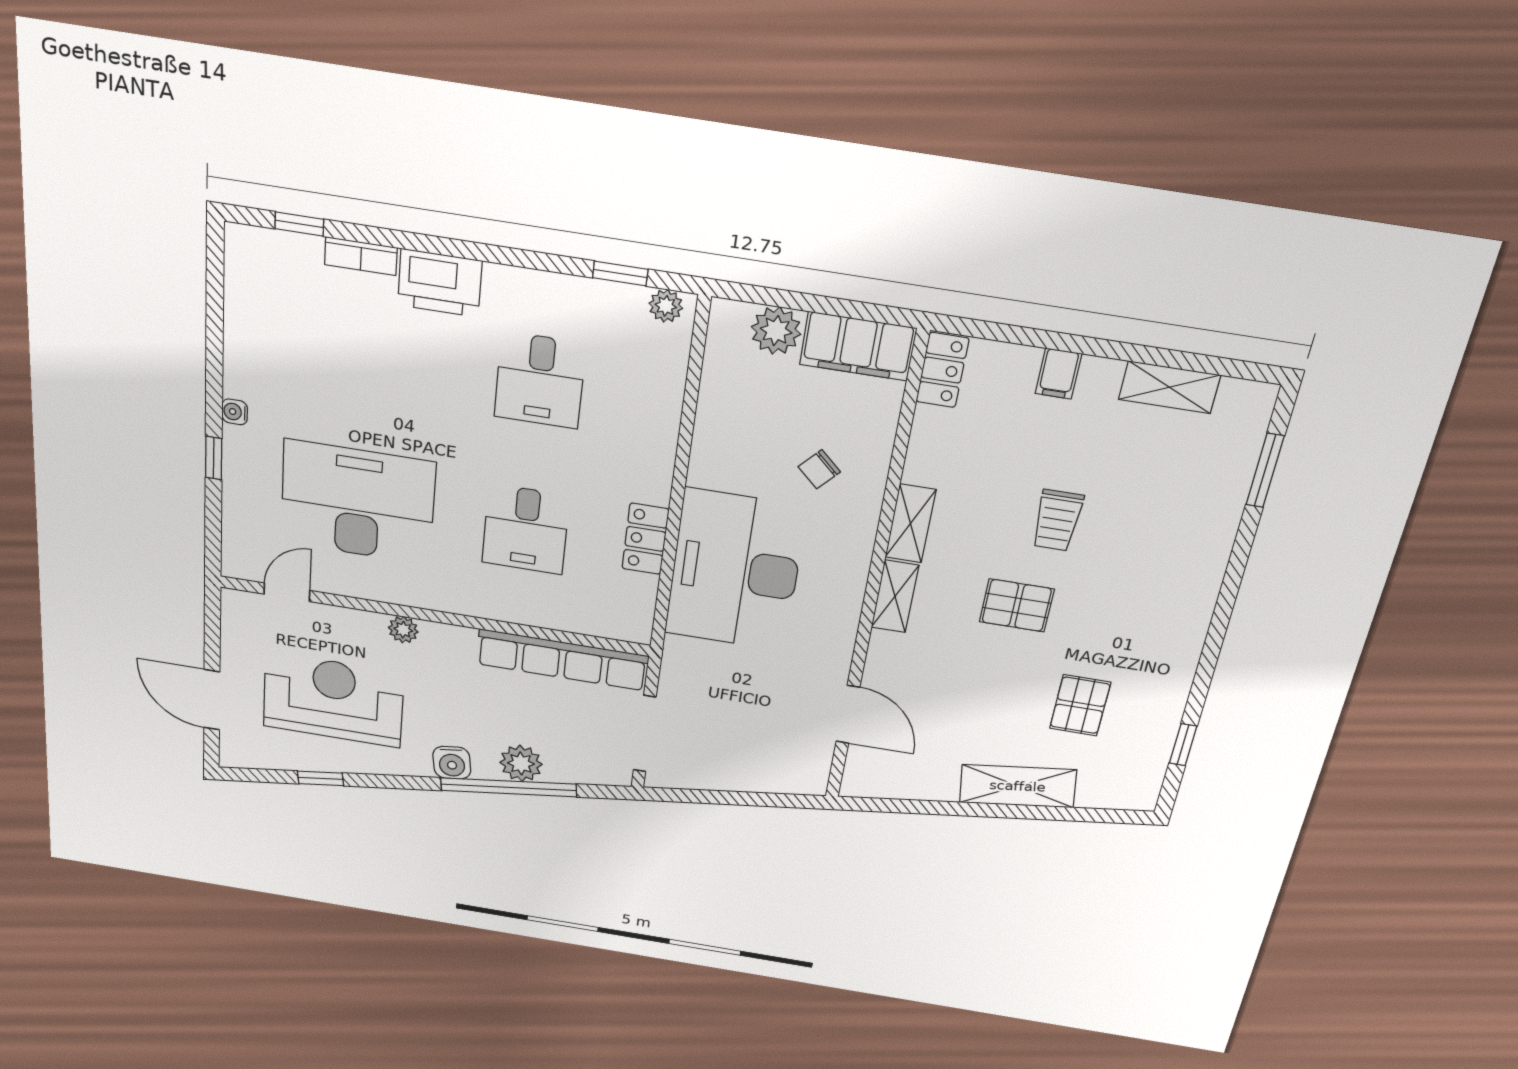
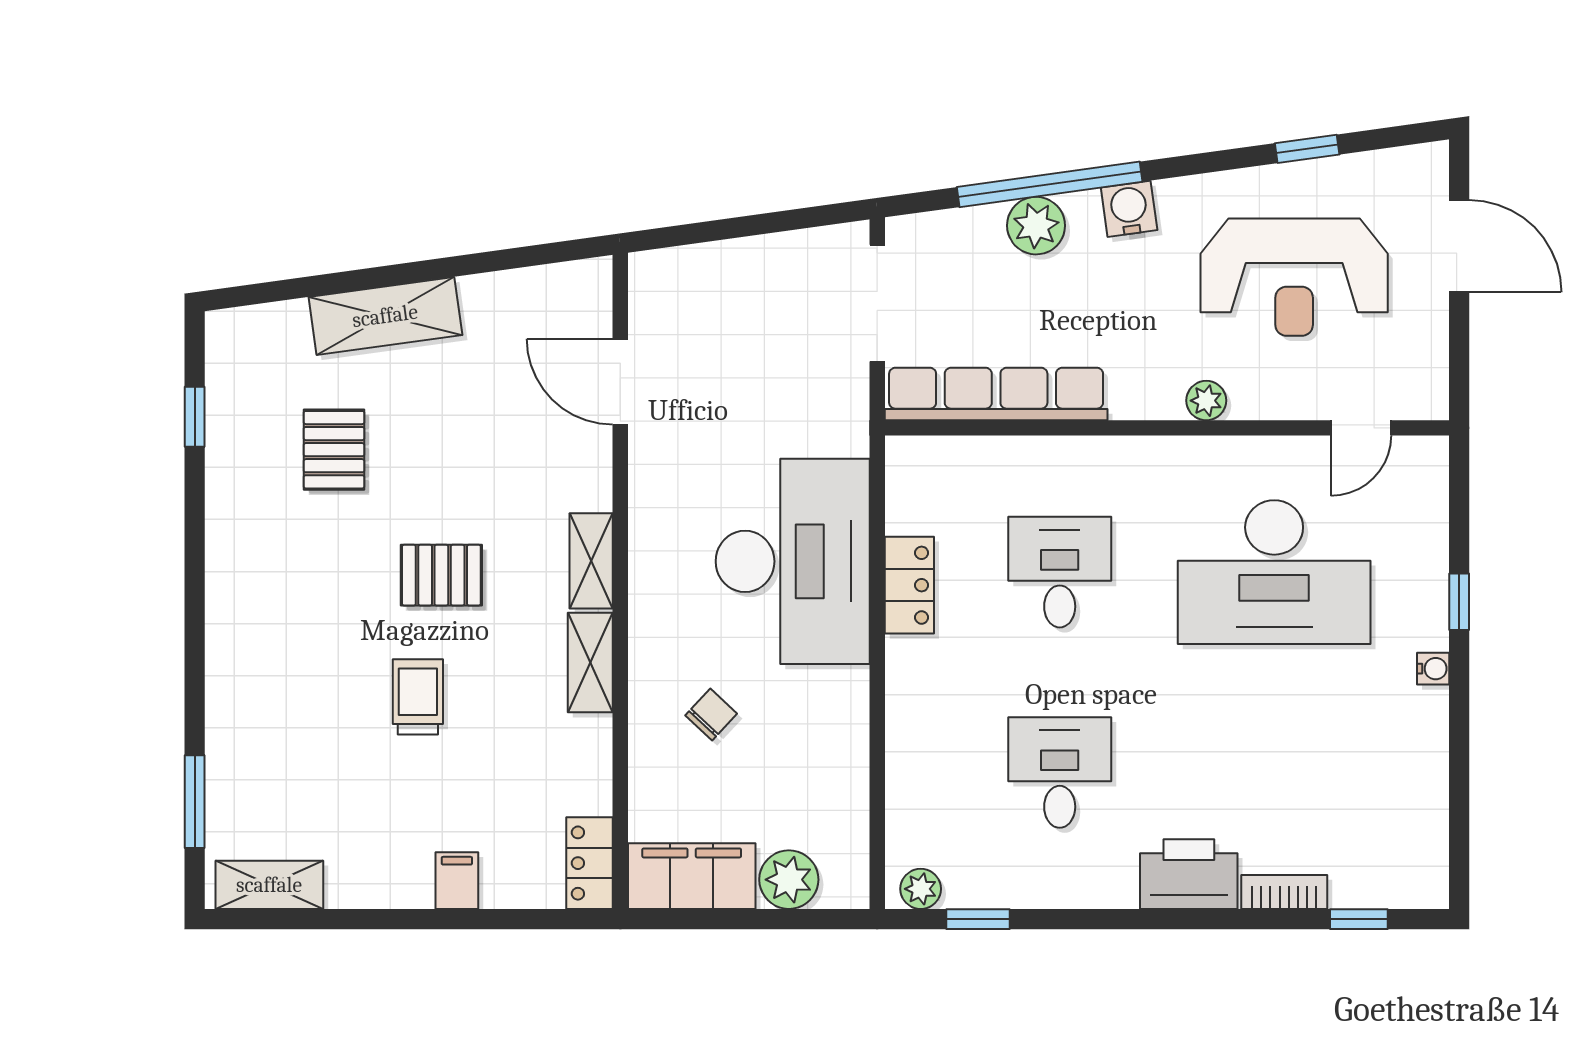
shelving: (1169, 387) -> (269, 885), moved

